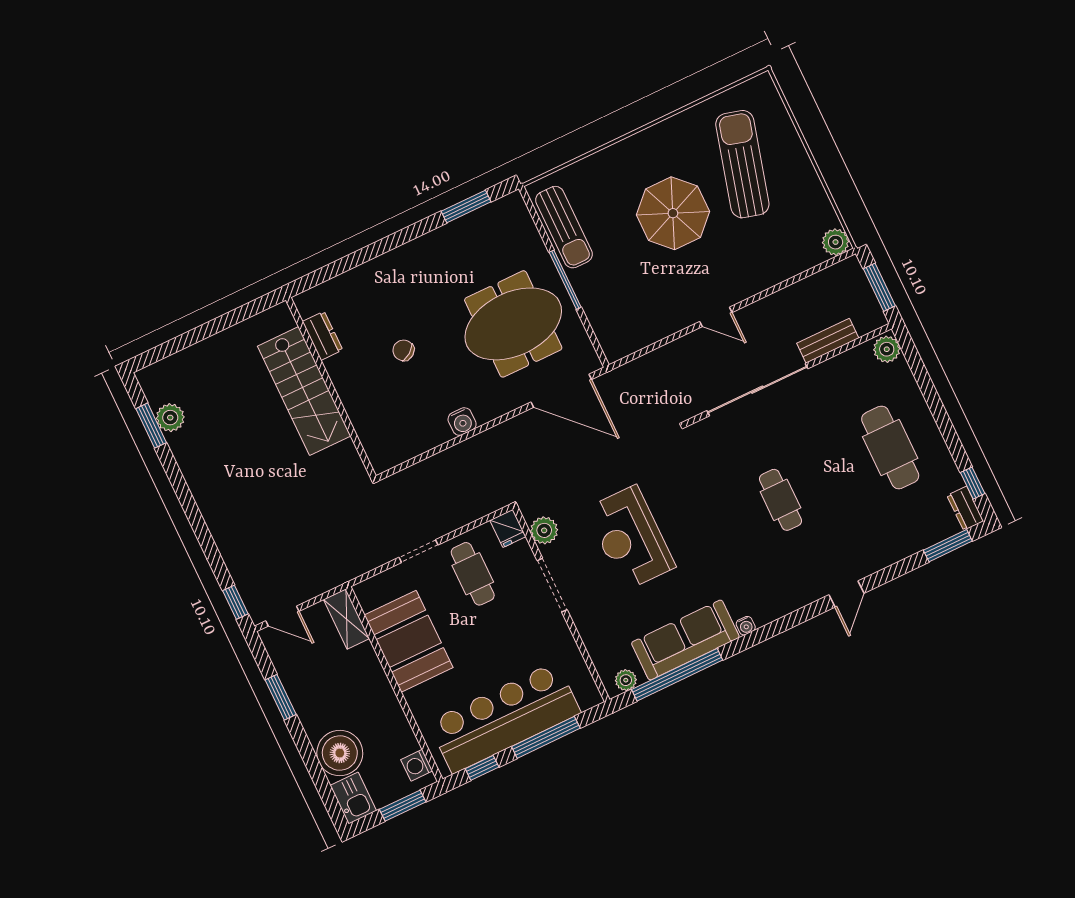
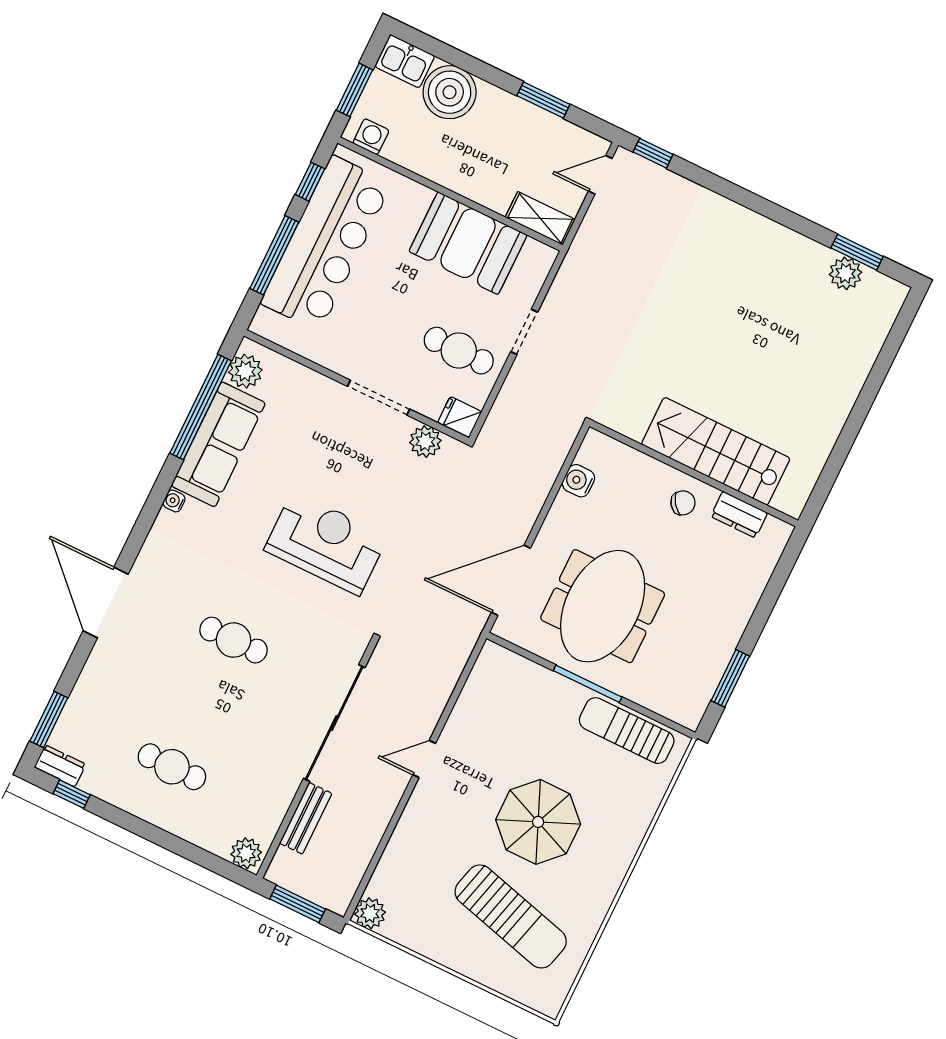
dresser: (322, 336) -> (739, 515), moved
wall: (331, 388) -> (694, 473), moved
stairs: (304, 391) -> (716, 451), moved
cafe table: (890, 447) -> (172, 767), width x0.73, depth x0.74
reception desk: (630, 538) -> (326, 543), moved
door: (846, 594) -> (106, 603), width x1.88
plant: (626, 680) -> (245, 371), width x1.38, depth x1.38

